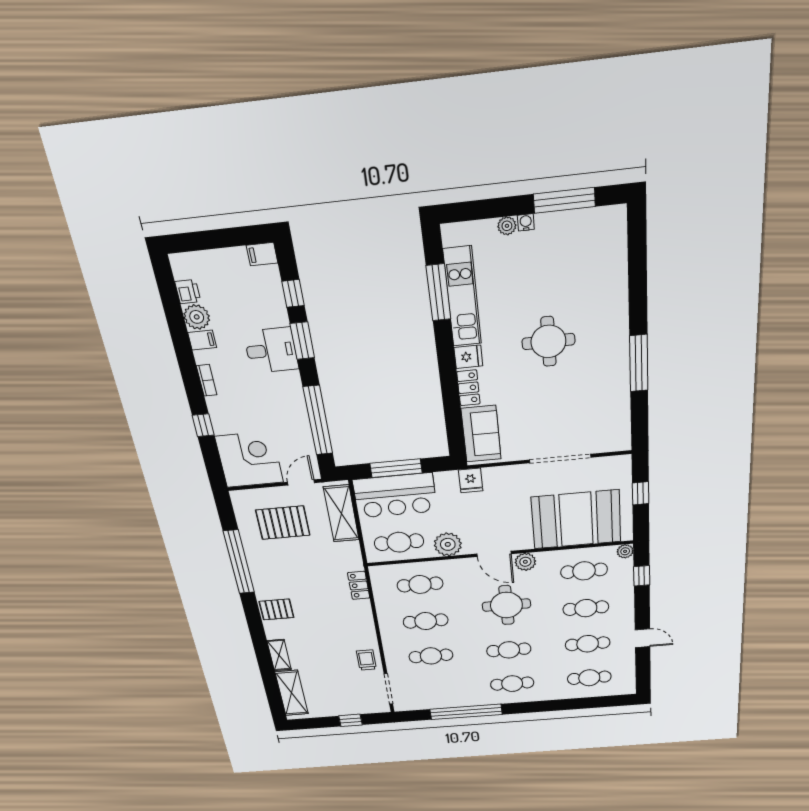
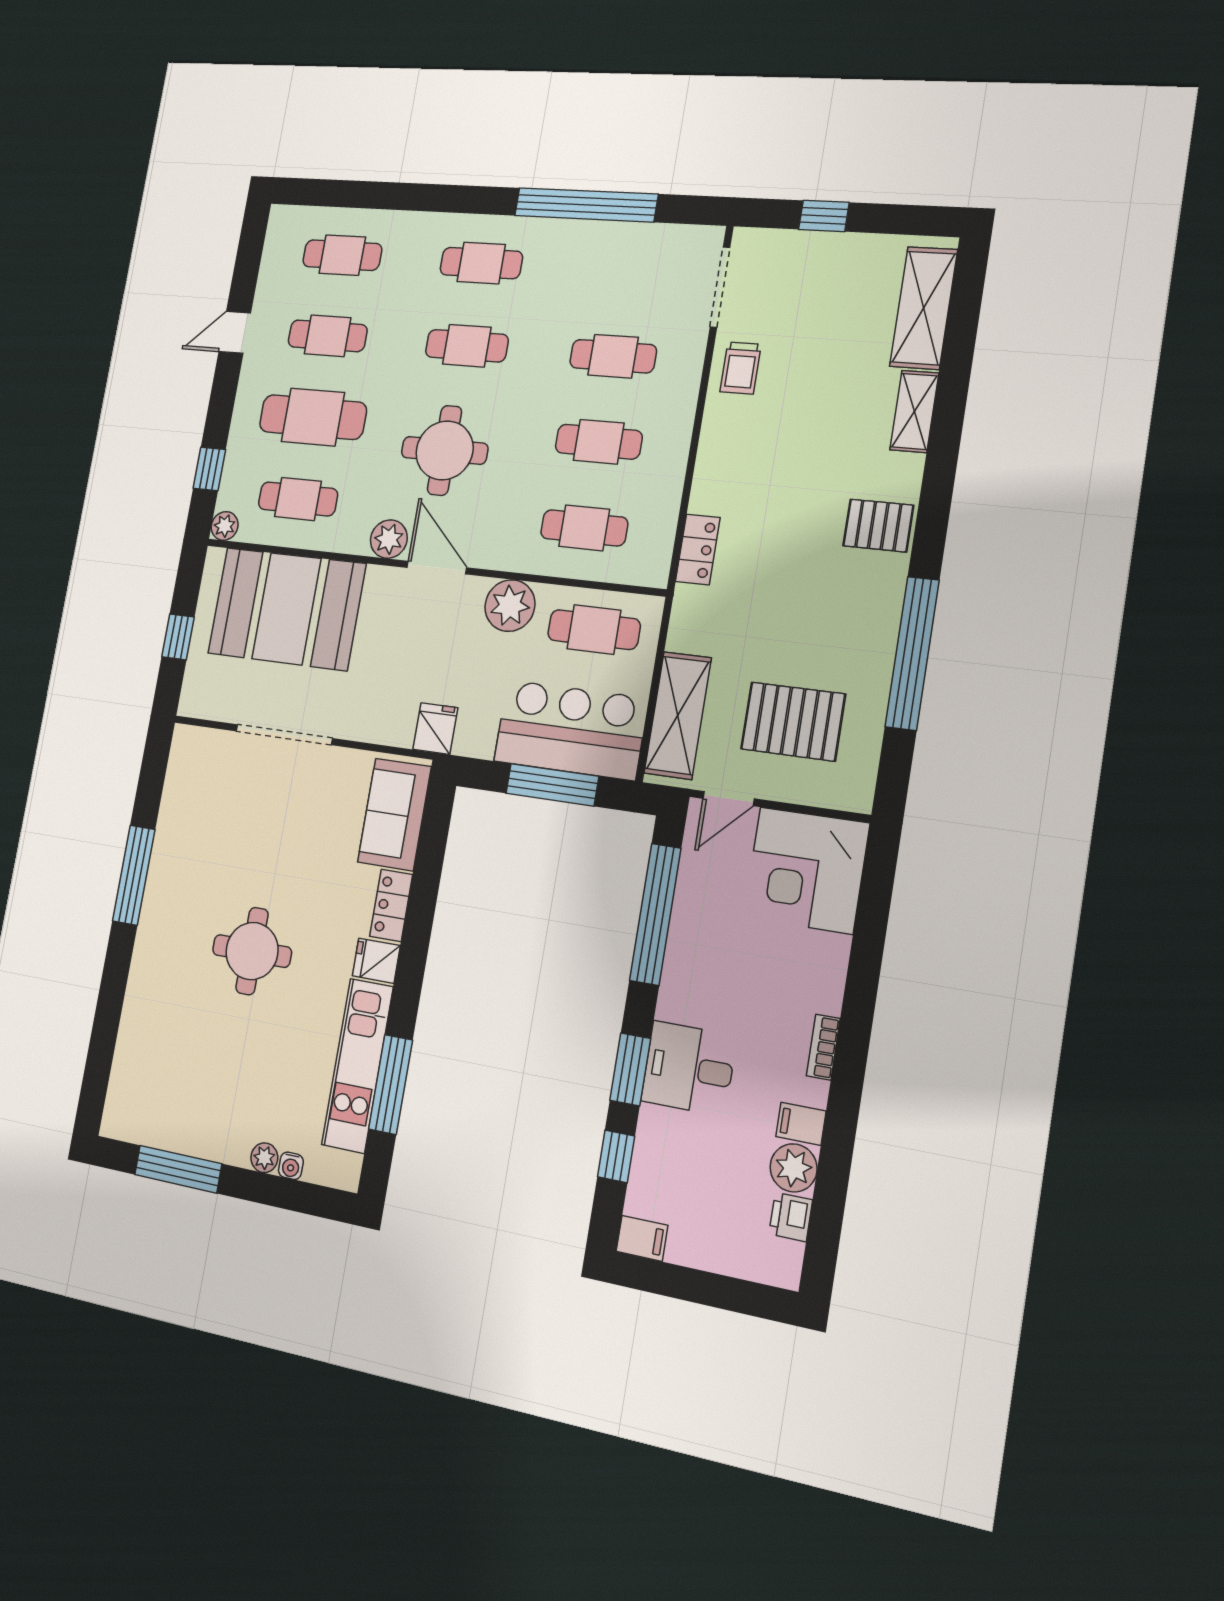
water cooler: (526, 222) -> (291, 1166), moved
window: (203, 425) -> (865, 962), removed
cafe table: (586, 608) -> (313, 417), width x1.37, depth x1.35
door: (643, 638) -> (235, 332), hinge flipped

